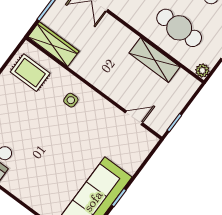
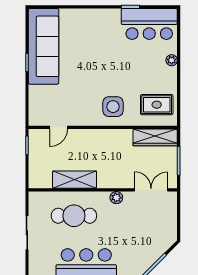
plant: (202, 71) -> (116, 198), moved
side table: (71, 100) -> (113, 107), width x1.87, depth x1.87

